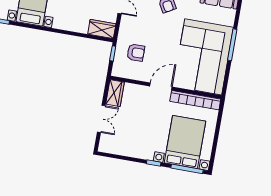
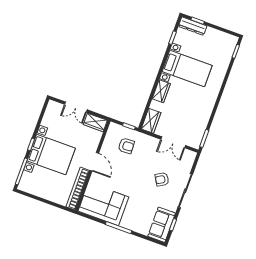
wardrobe: (65, 23) -> (161, 91), added
armchair: (136, 53) -> (126, 146), turned -92
corner sofa: (203, 57) -> (103, 204), width x0.73, depth x0.74
bed with nightstands: (185, 142) -> (51, 154), moved

